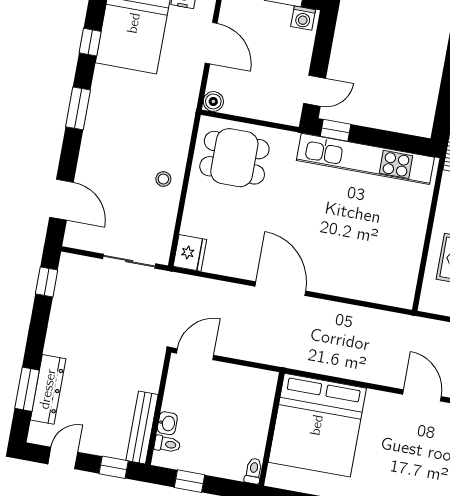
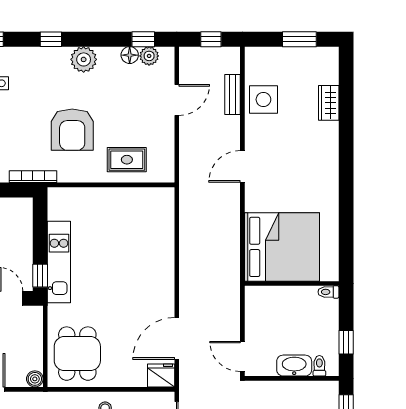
kitchen unit: (365, 159) -> (59, 262), width x0.73
door: (280, 289) -> (177, 338), moved
washbasin: (167, 423) -> (294, 366), width x1.91, depth x1.45
bench: (142, 428) -> (310, 389), removed

